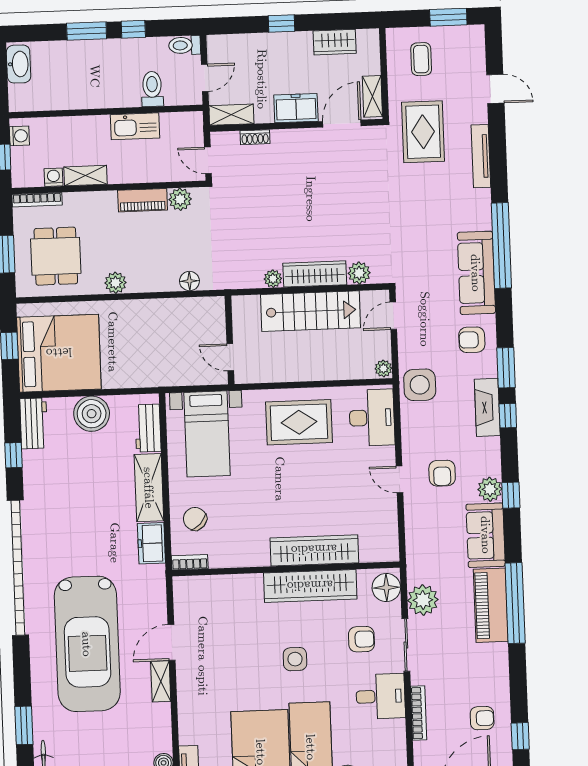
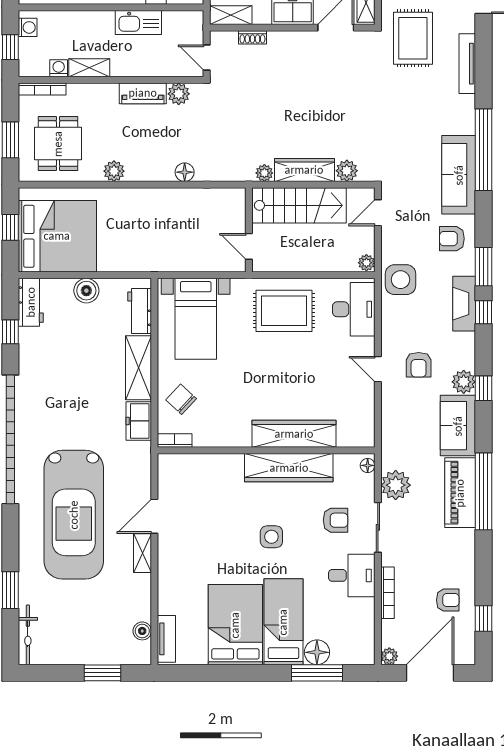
wall: (230, 340) -> (249, 230), moved
door: (230, 357) -> (249, 246), moved
boiler: (92, 414) -> (86, 291), width x0.73, depth x0.73
floor lamp: (386, 588) -> (368, 465), width x0.53, depth x0.53

